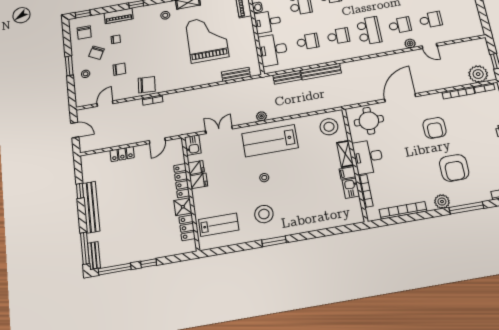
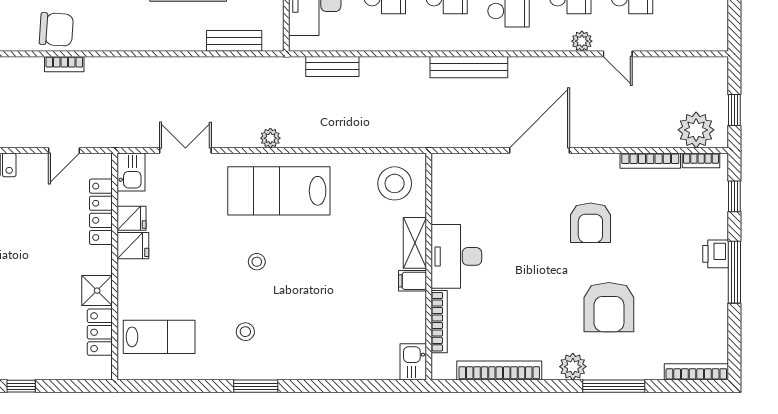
bench: (321, 72) -> (469, 67), moved
round table: (369, 121) -> (472, 186), removed
locker: (182, 181) -> (101, 212), moved
kitchen sink: (351, 188) -> (413, 362), moved
stool: (264, 214) -> (245, 332), width x0.53, depth x0.53

